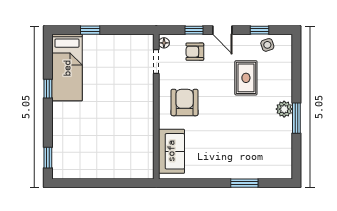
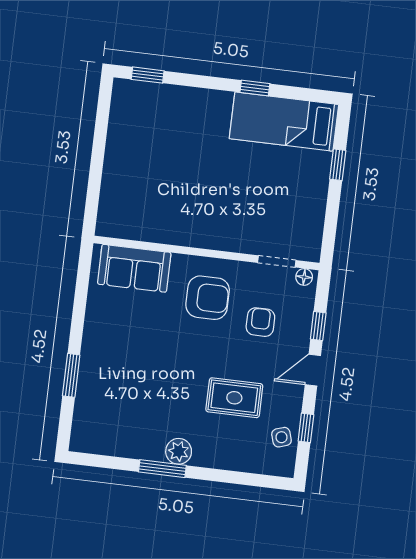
armchair: (195, 52) -> (260, 322), moved

